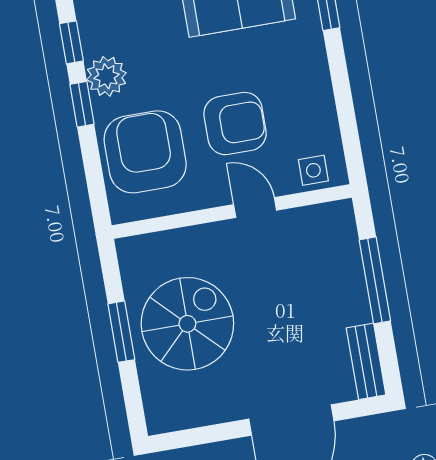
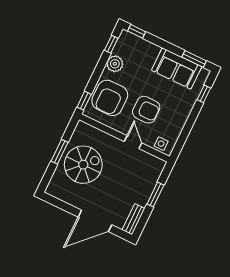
window: (82, 104) -> (84, 101), moved
armchair: (145, 152) -> (110, 98), turned 180
window: (375, 280) -> (155, 195), width x0.69

